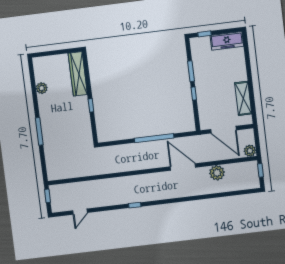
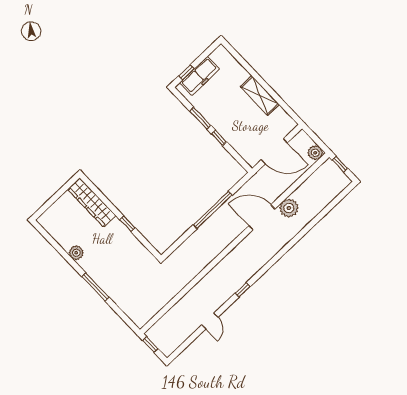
freezer: (227, 41) -> (200, 76), moved
plant: (42, 88) -> (76, 253), moved
shelving: (243, 98) -> (260, 96), moved
plant: (217, 173) -> (289, 208), moved
door: (80, 212) -> (210, 321), moved

